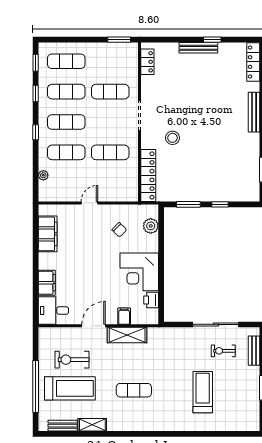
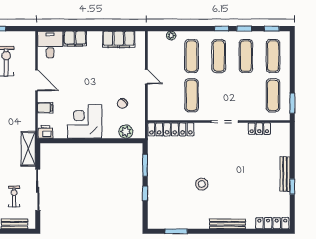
locker: (147, 62) -> (259, 129), moved
exercise mat: (110, 92) -> (273, 95), moved
window: (36, 132) -> (222, 29), moved
stool: (173, 138) -> (202, 184), moved
printer: (151, 300) -> (45, 132), moved
shelving: (127, 335) -> (28, 149), moved

